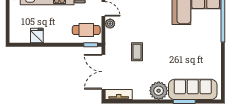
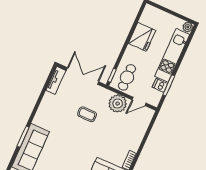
plant: (110, 24) -> (118, 104), width x1.88, depth x1.88
fridge: (37, 36) -> (142, 37), width x1.88, depth x1.34
plant: (159, 91) -> (43, 118), removed

